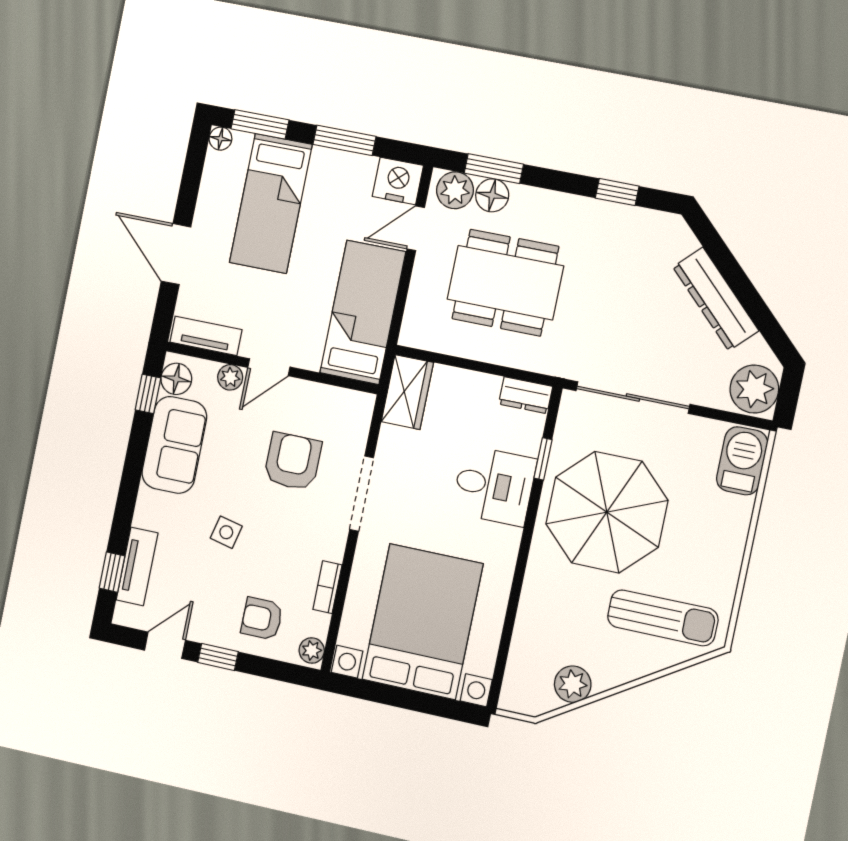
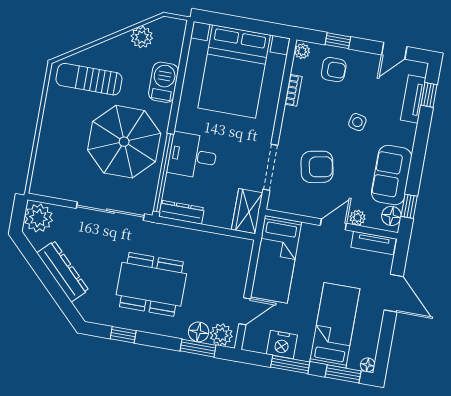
nightstand: (398, 181) -> (282, 344), moved
dining table: (505, 283) -> (151, 284), moved
dresser: (526, 395) -> (181, 212), width x1.44
window: (543, 459) -> (163, 173), width x3.17
armchair: (293, 461) -> (317, 167), turned -101
barbecue: (742, 461) -> (163, 82), moved, turned 180
doorway: (362, 494) -> (270, 167), moved
window: (218, 657) -> (338, 41), moved

